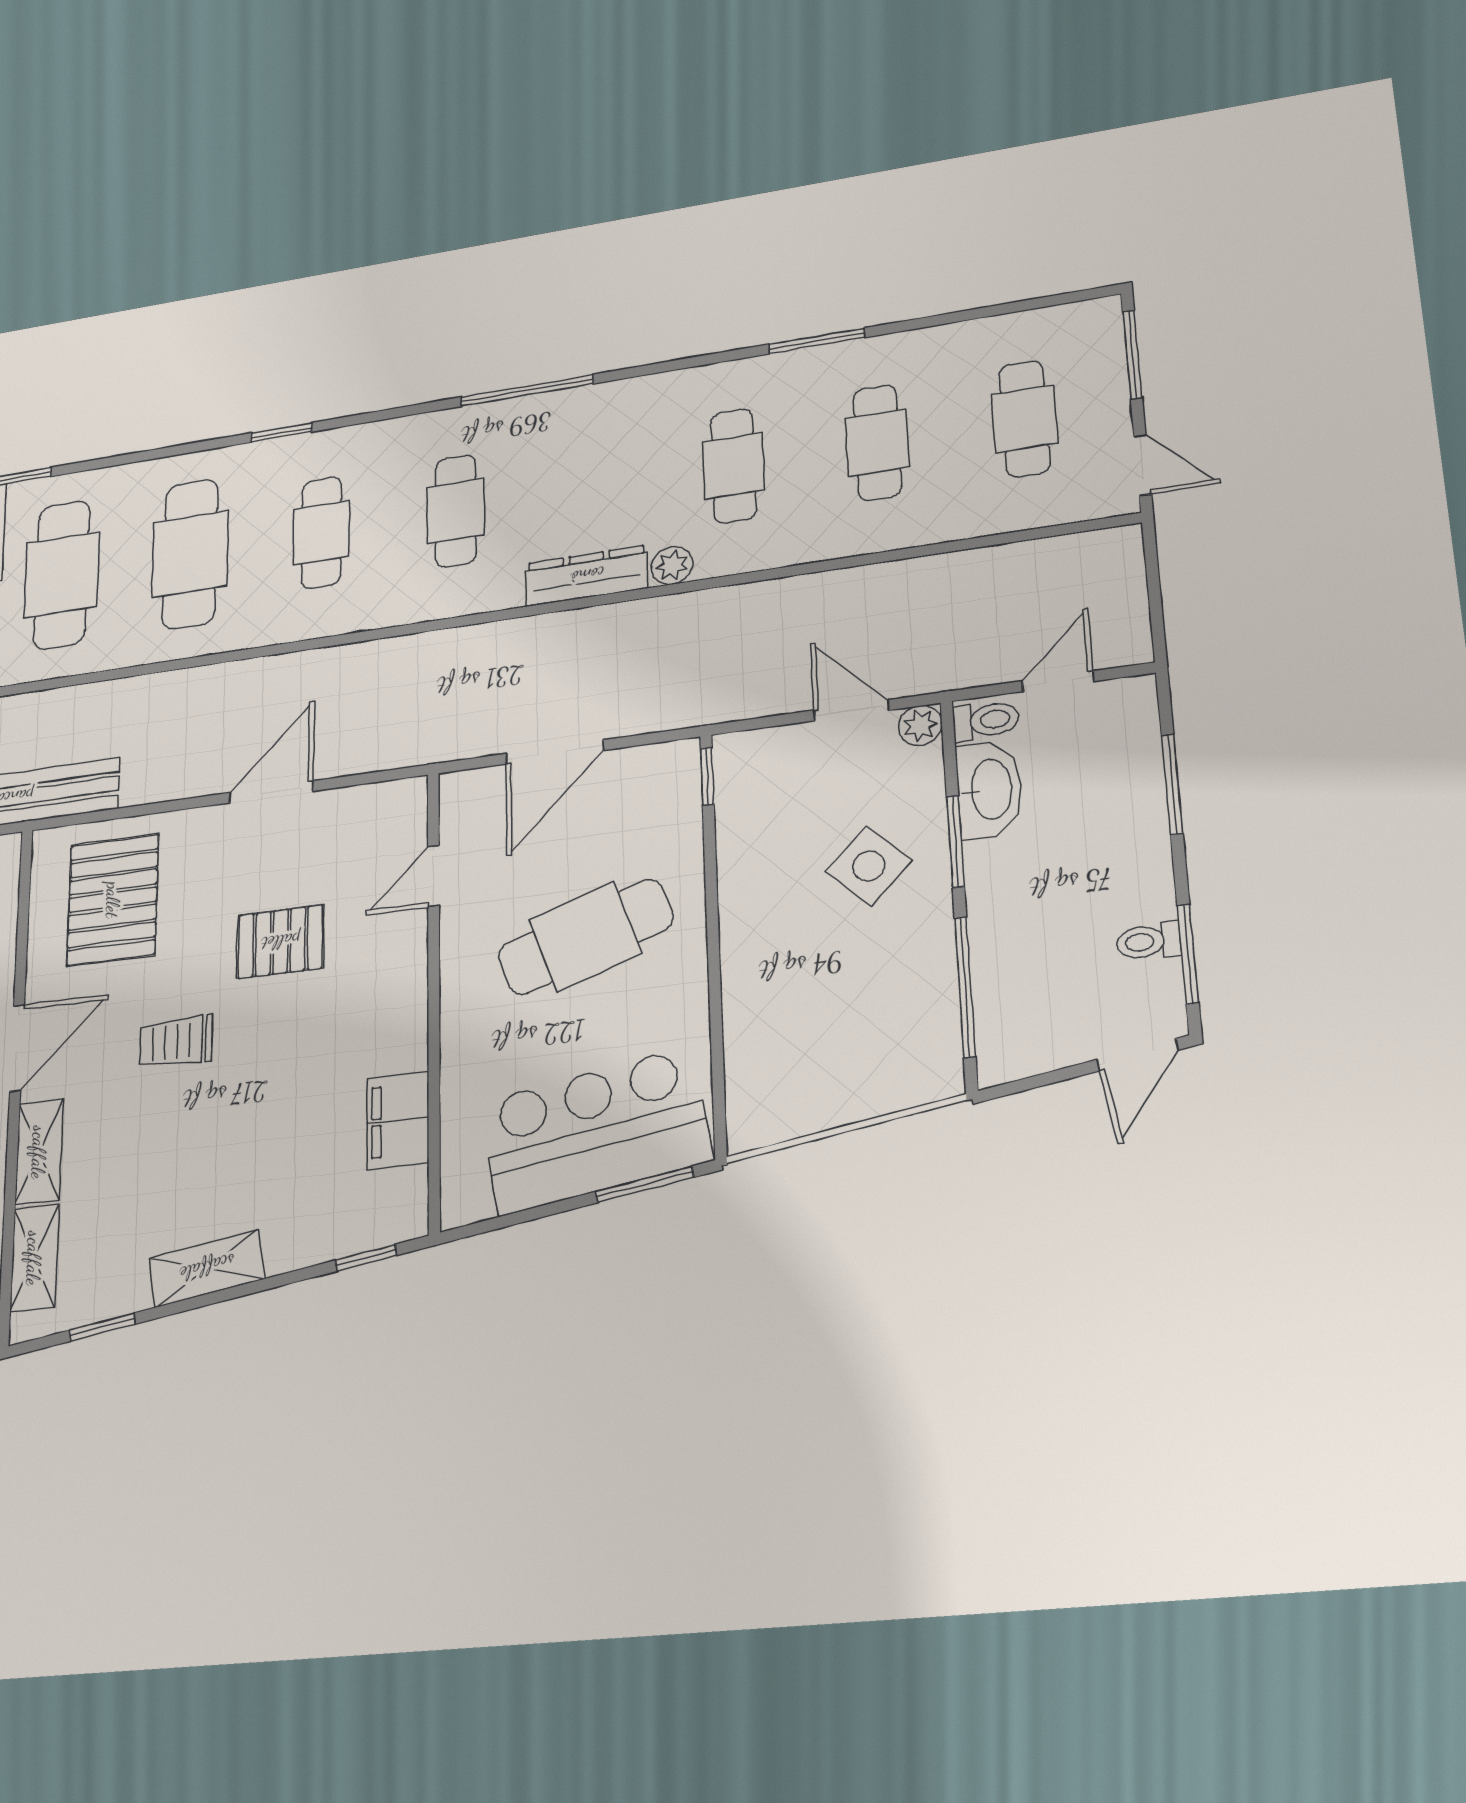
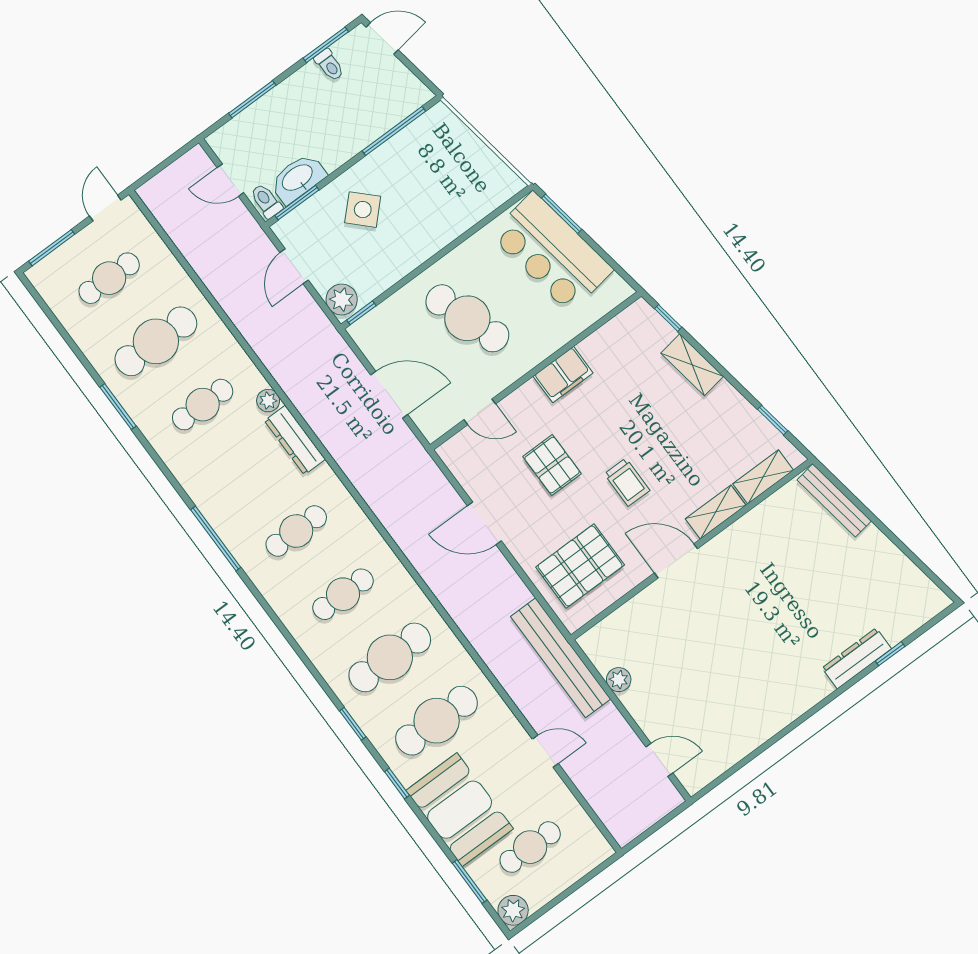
window: (282, 432) -> (353, 724), moved
cafe table: (877, 443) -> (156, 341), width x1.37, depth x1.35
plant: (920, 725) -> (342, 300), moved, width x1.38, depth x1.38
window: (955, 842) -> (297, 203), moved
filing cabinet: (398, 1120) -> (563, 375), moved
shelving: (207, 1268) -> (692, 365), moved

